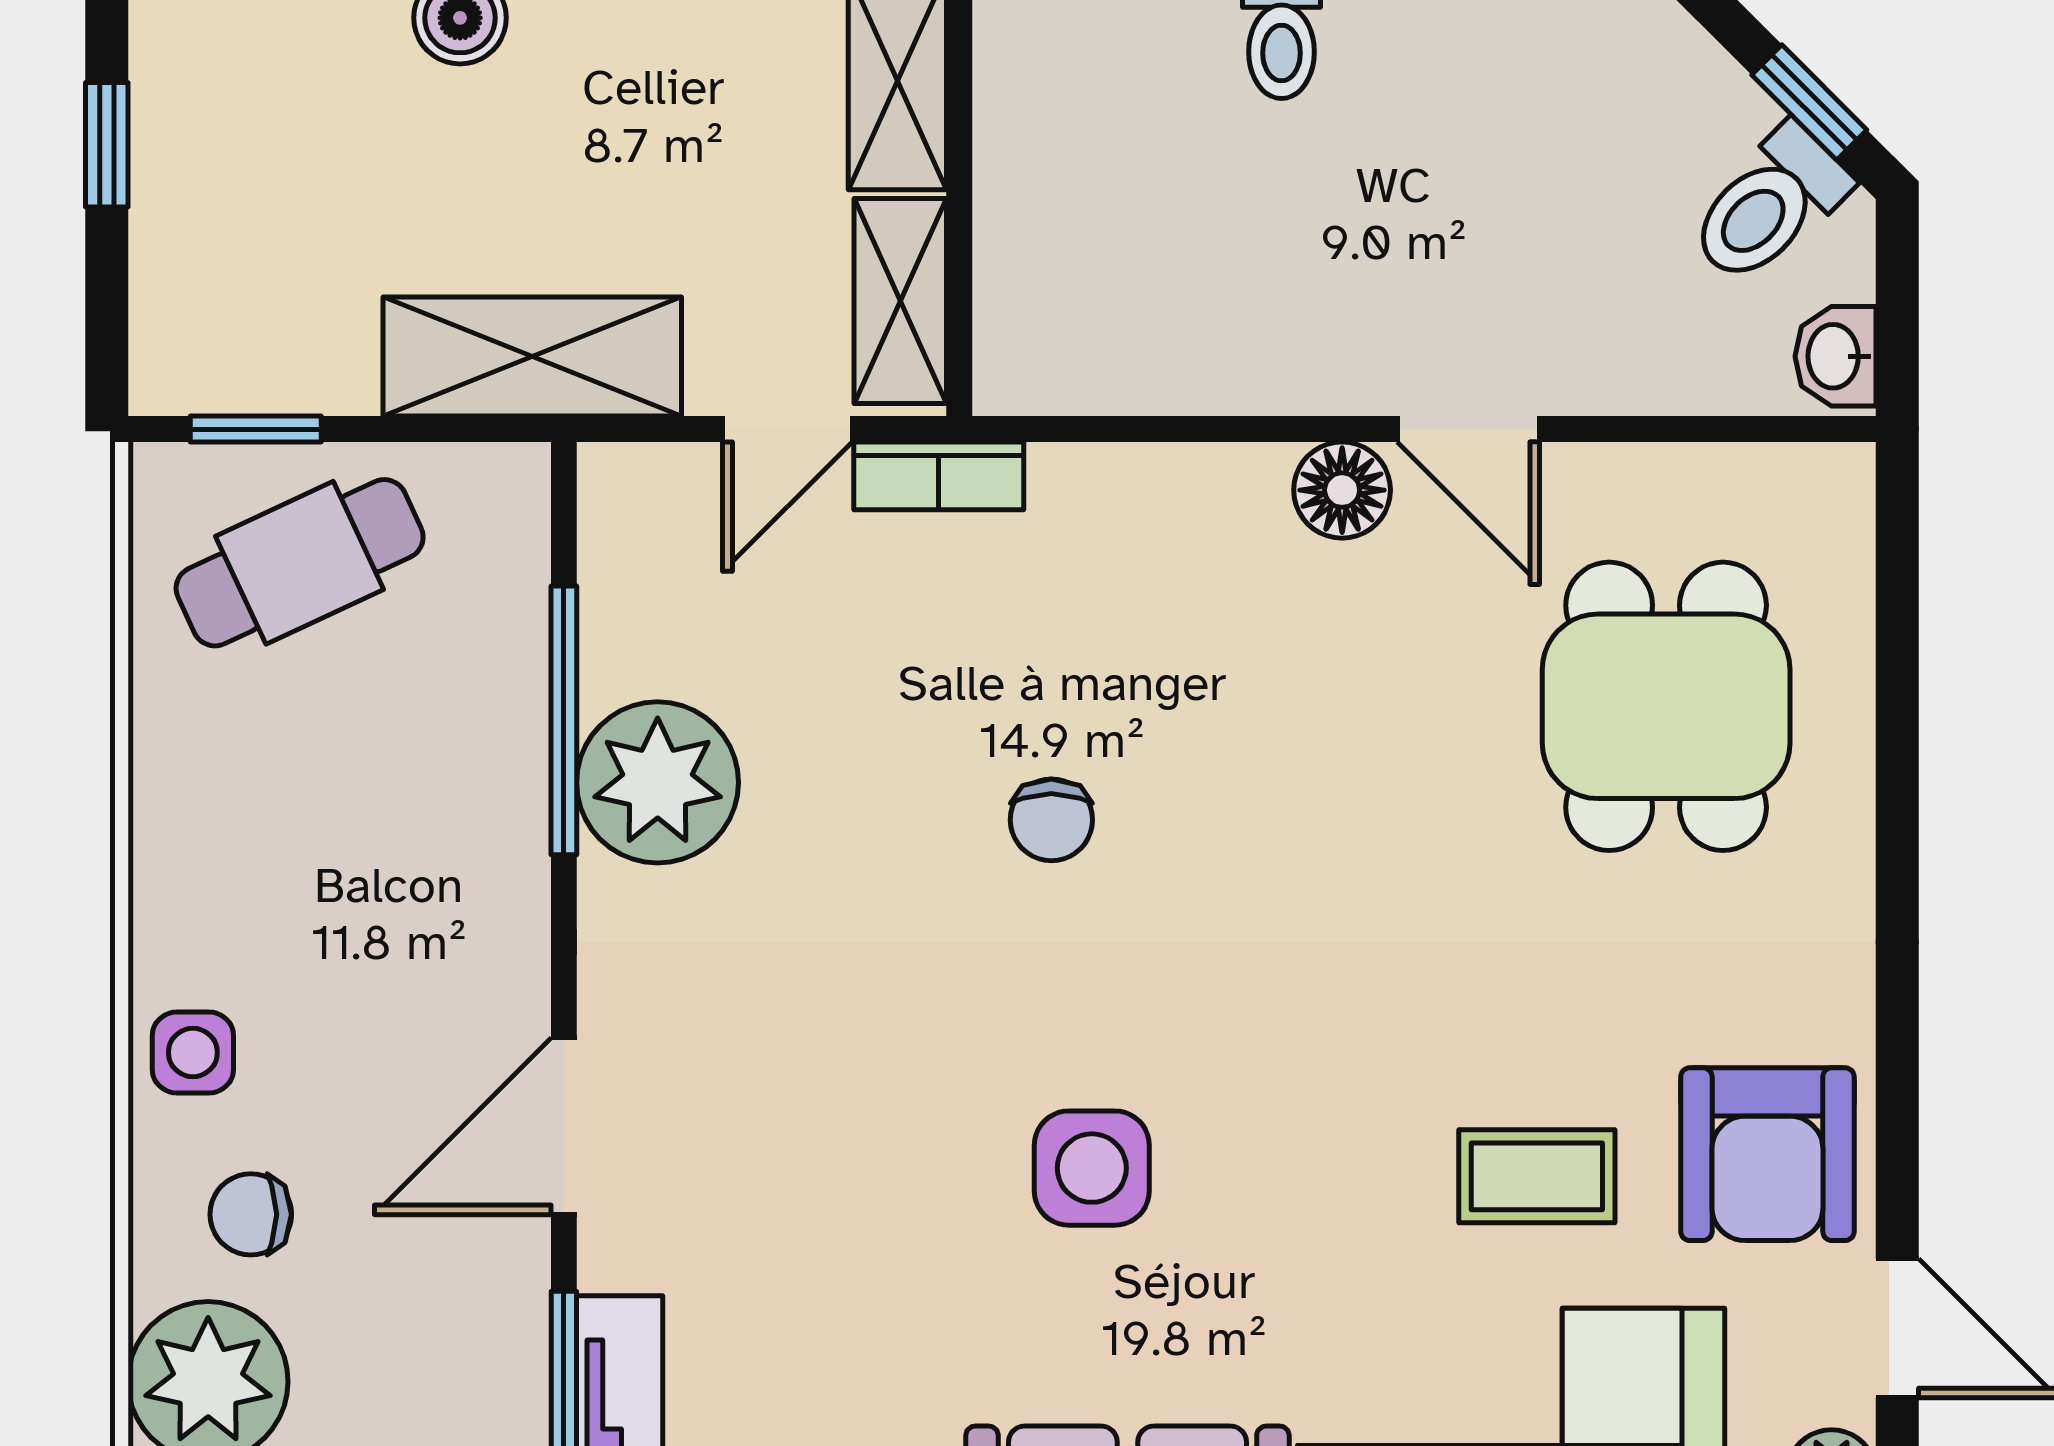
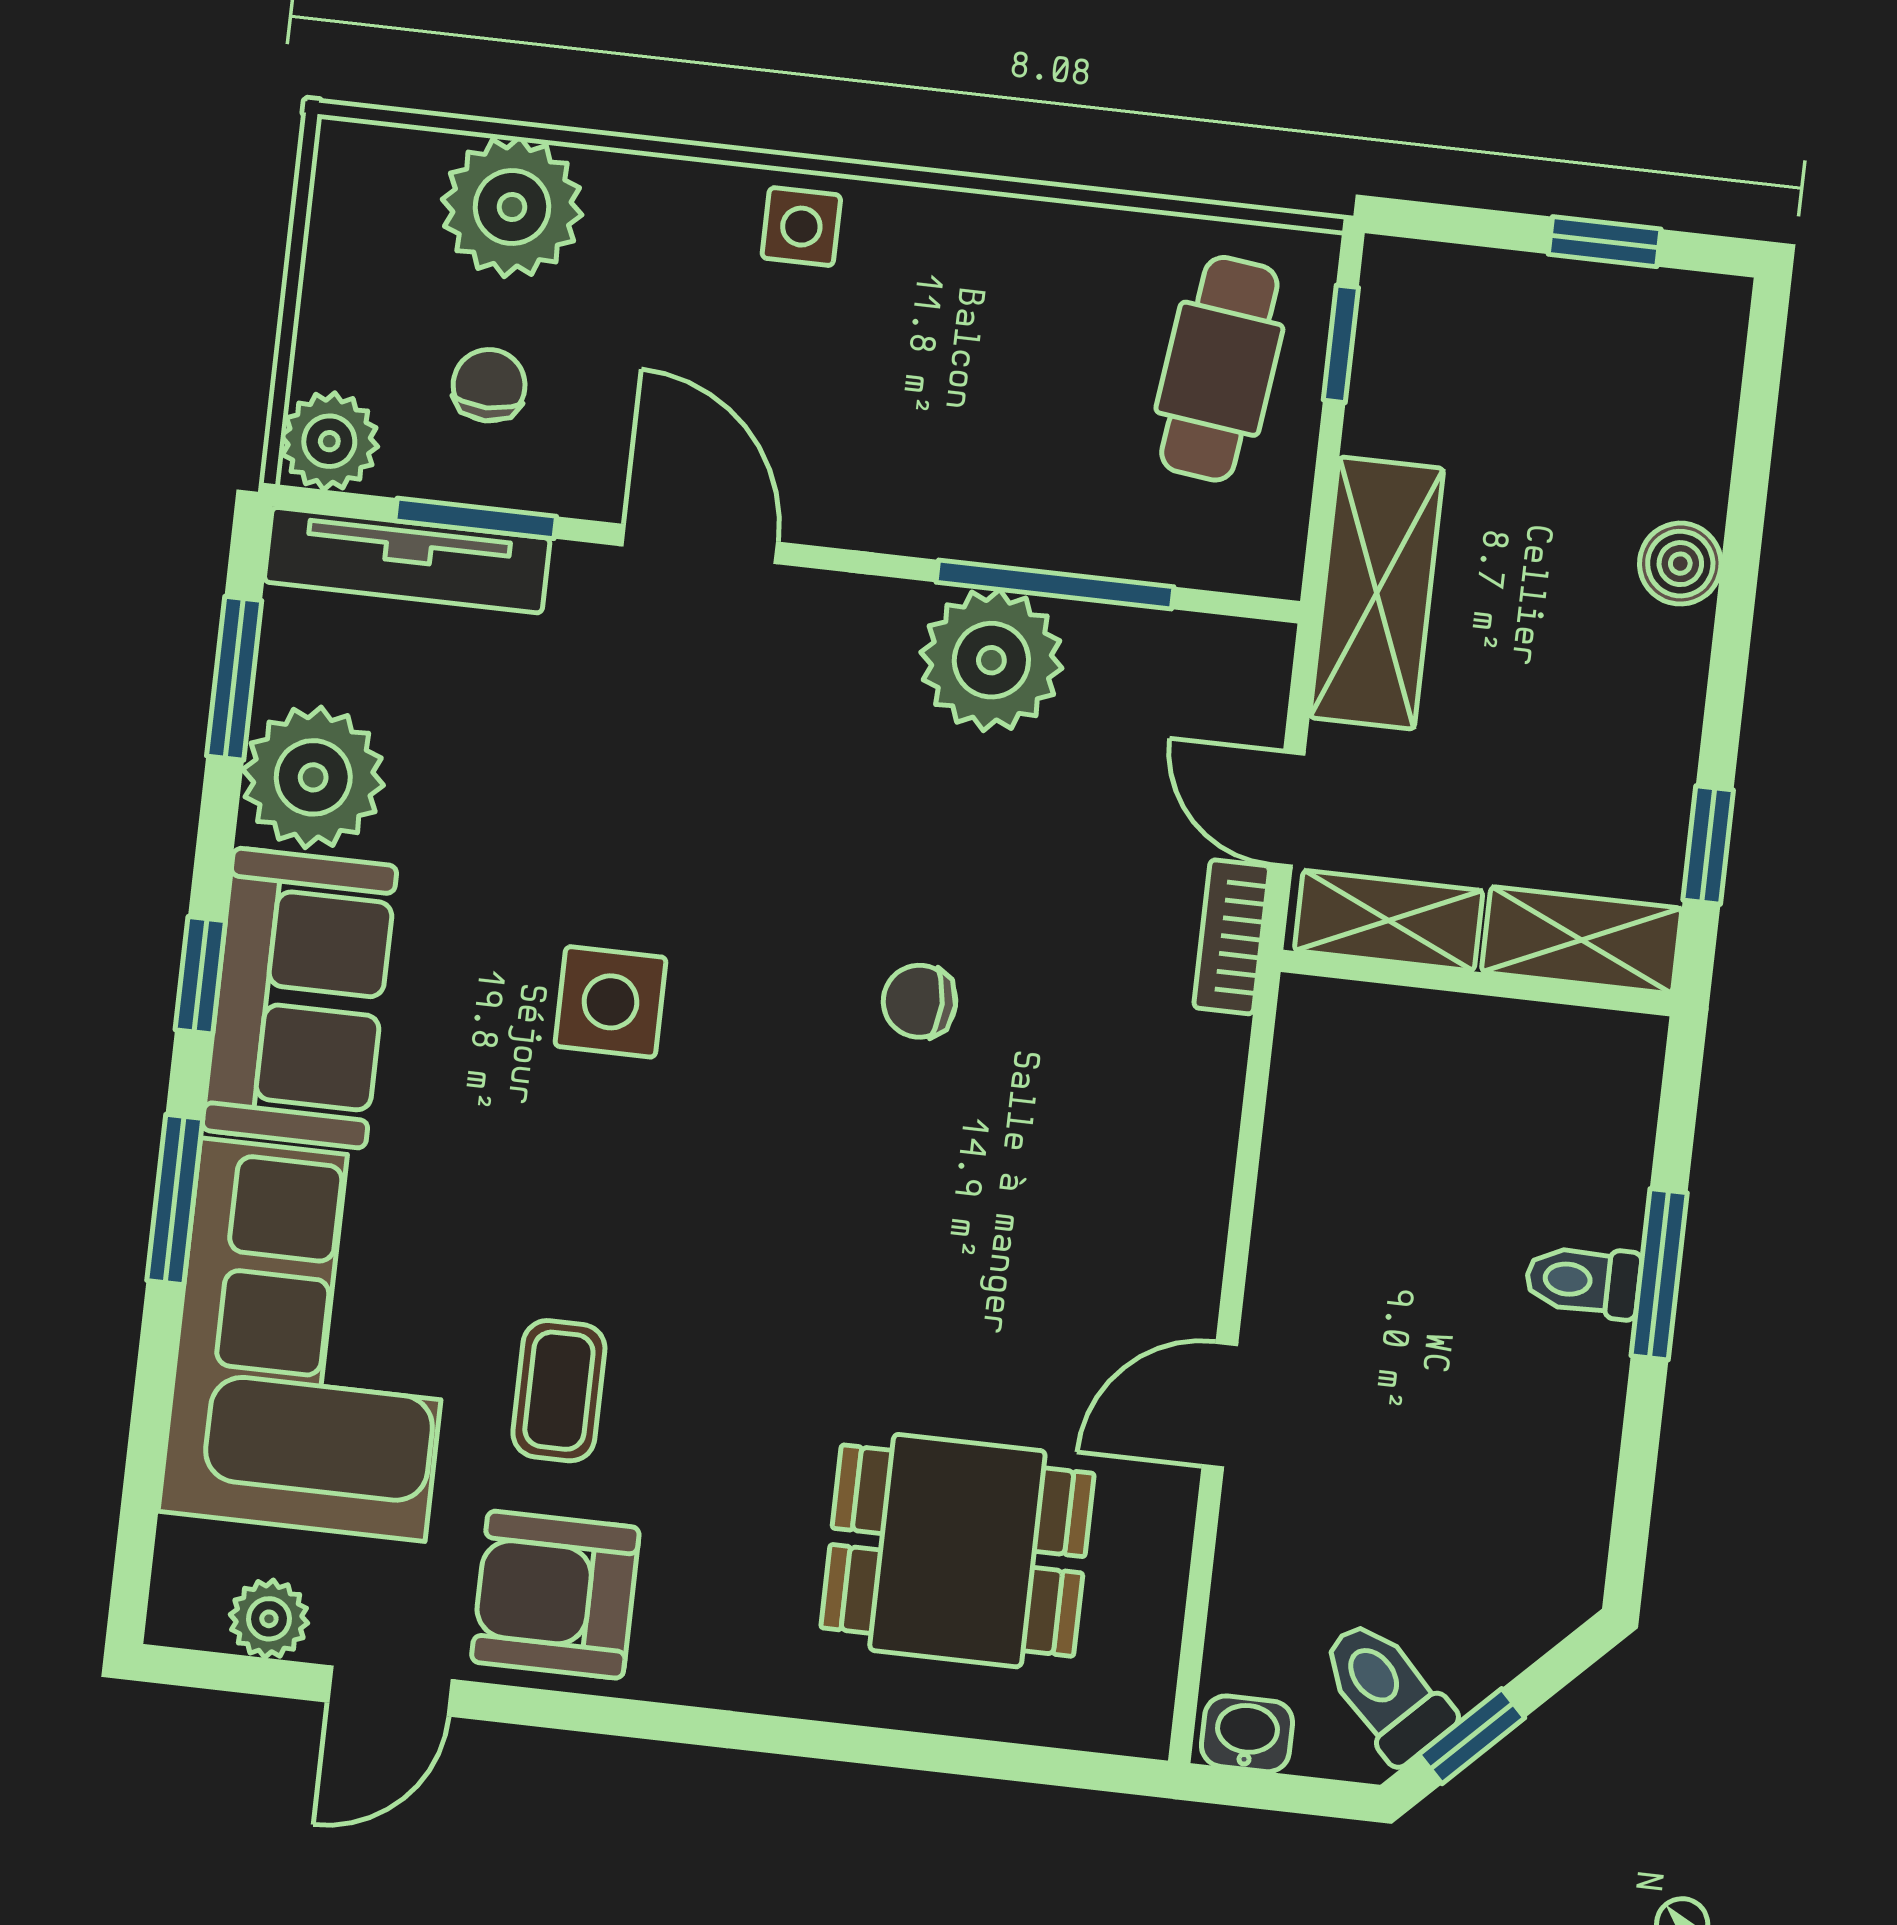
floor lamp: (1342, 490) -> (1179, 1289), removed
cafe table: (300, 563) -> (1219, 369), turned 32
chair: (251, 1214) -> (489, 385), moved

